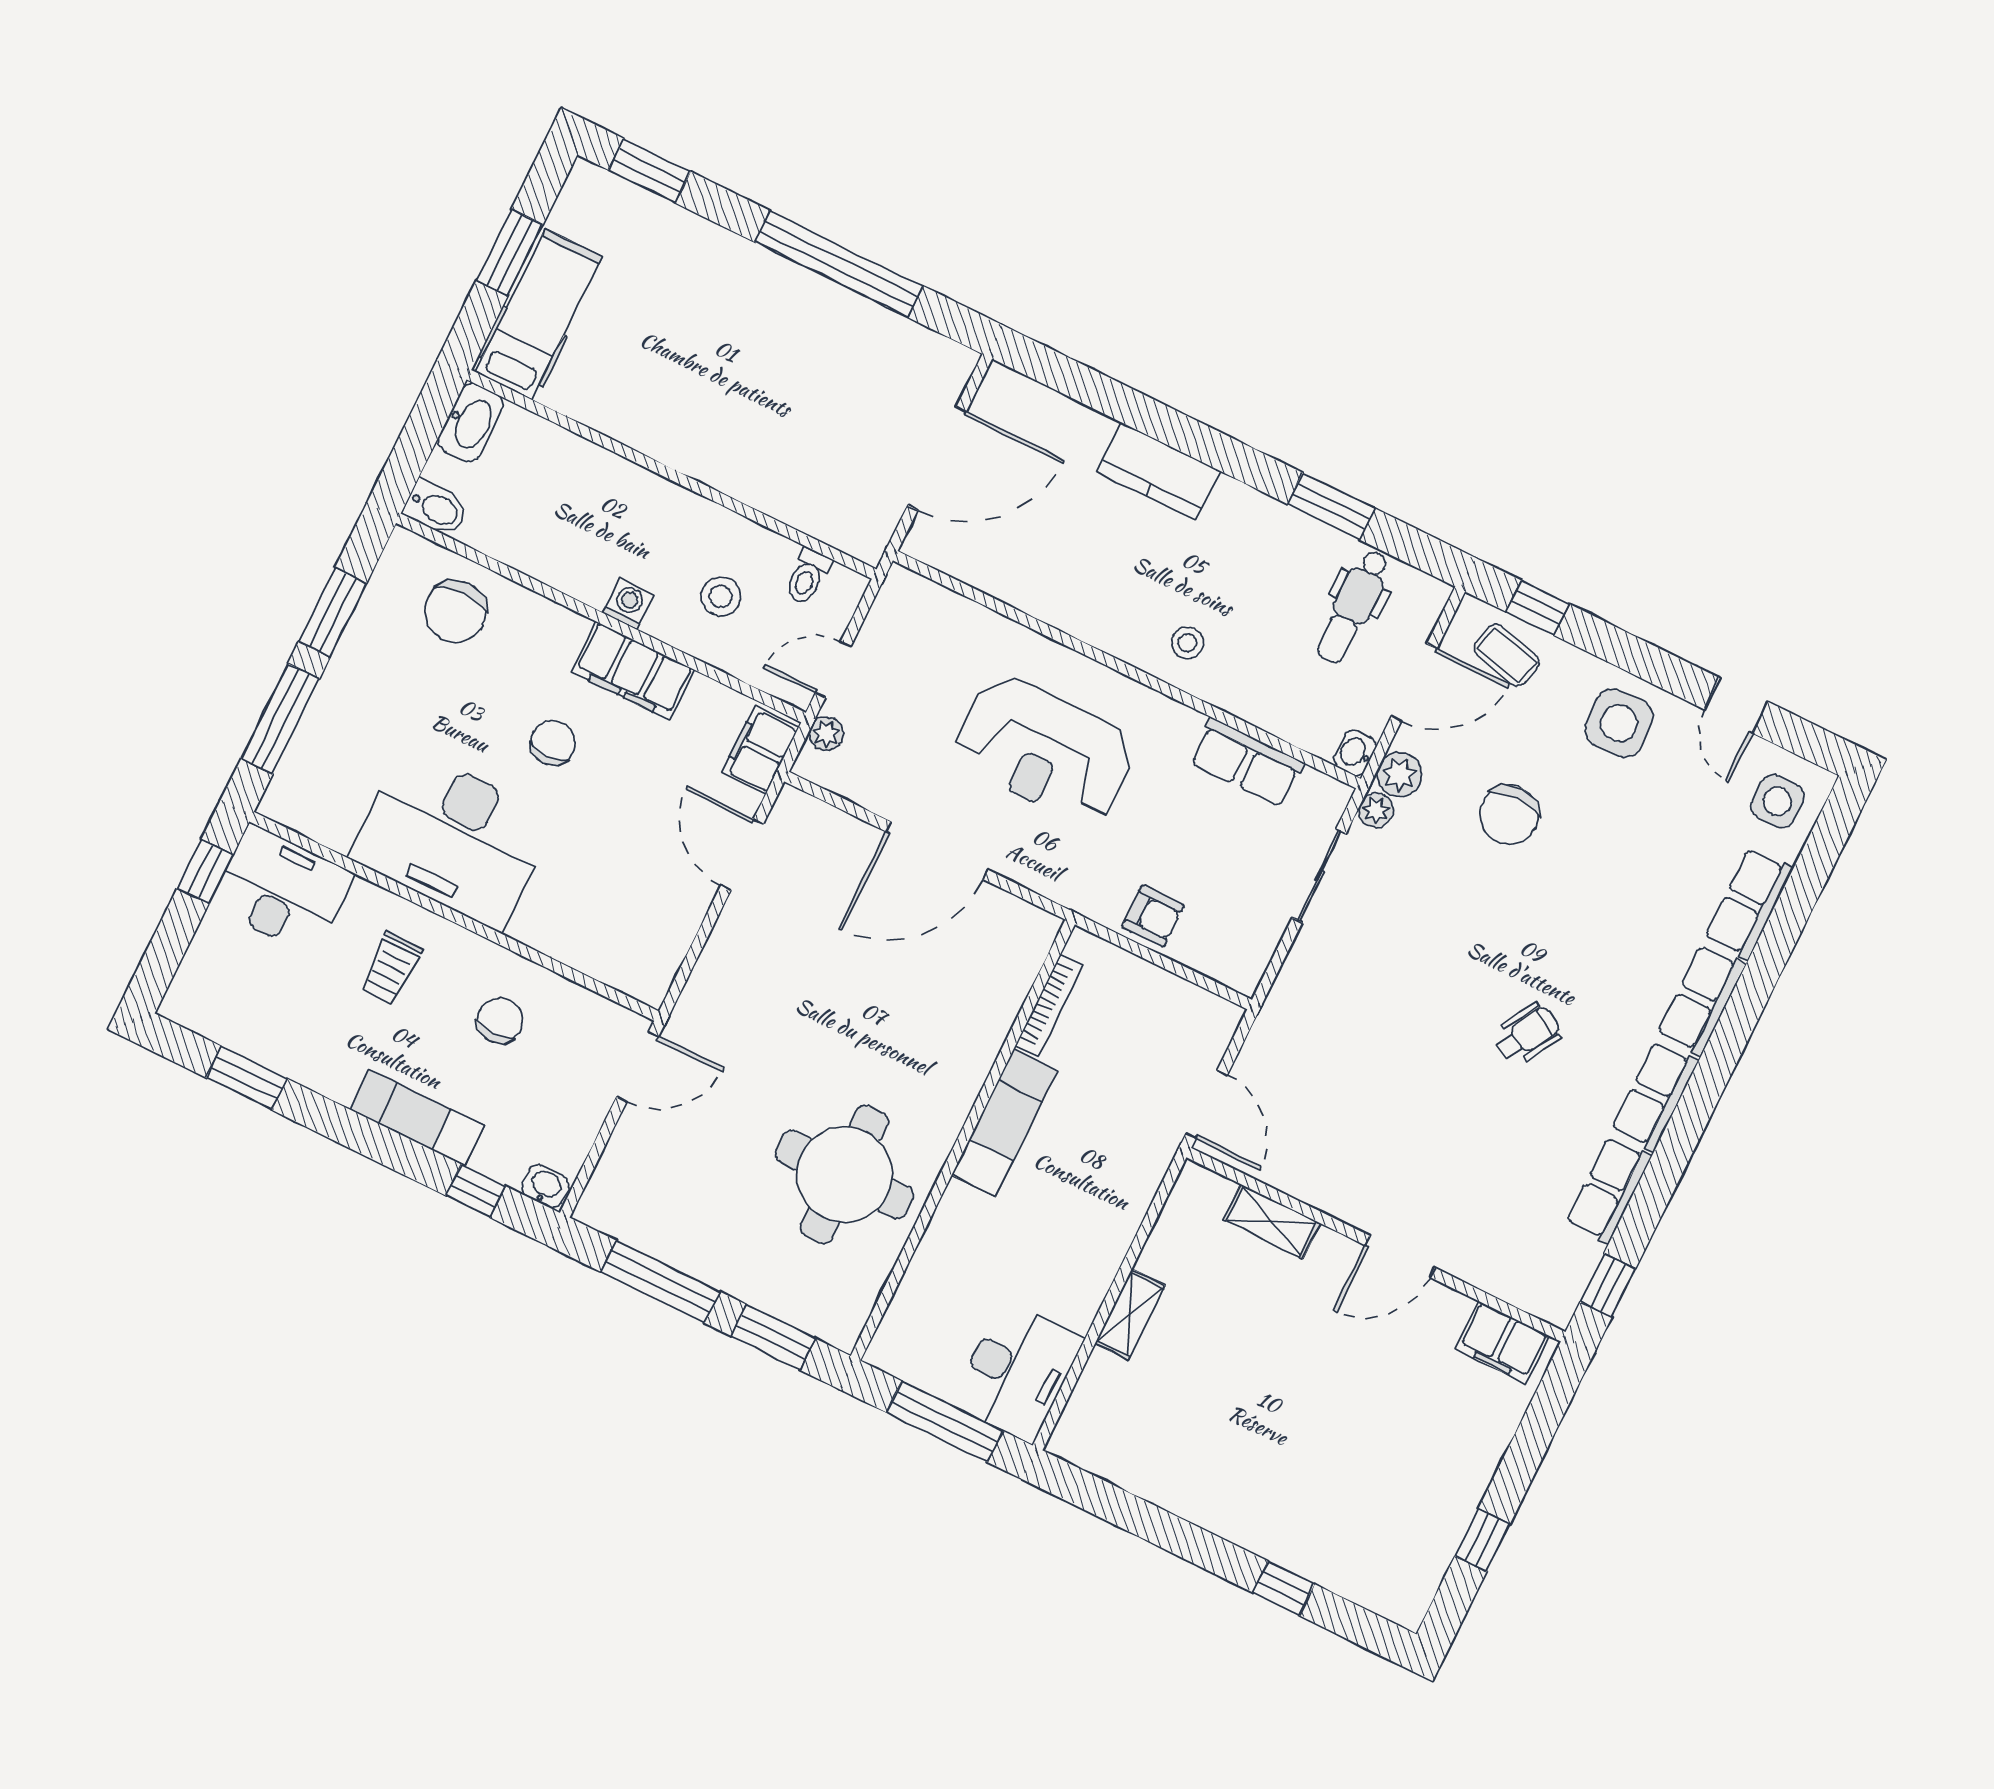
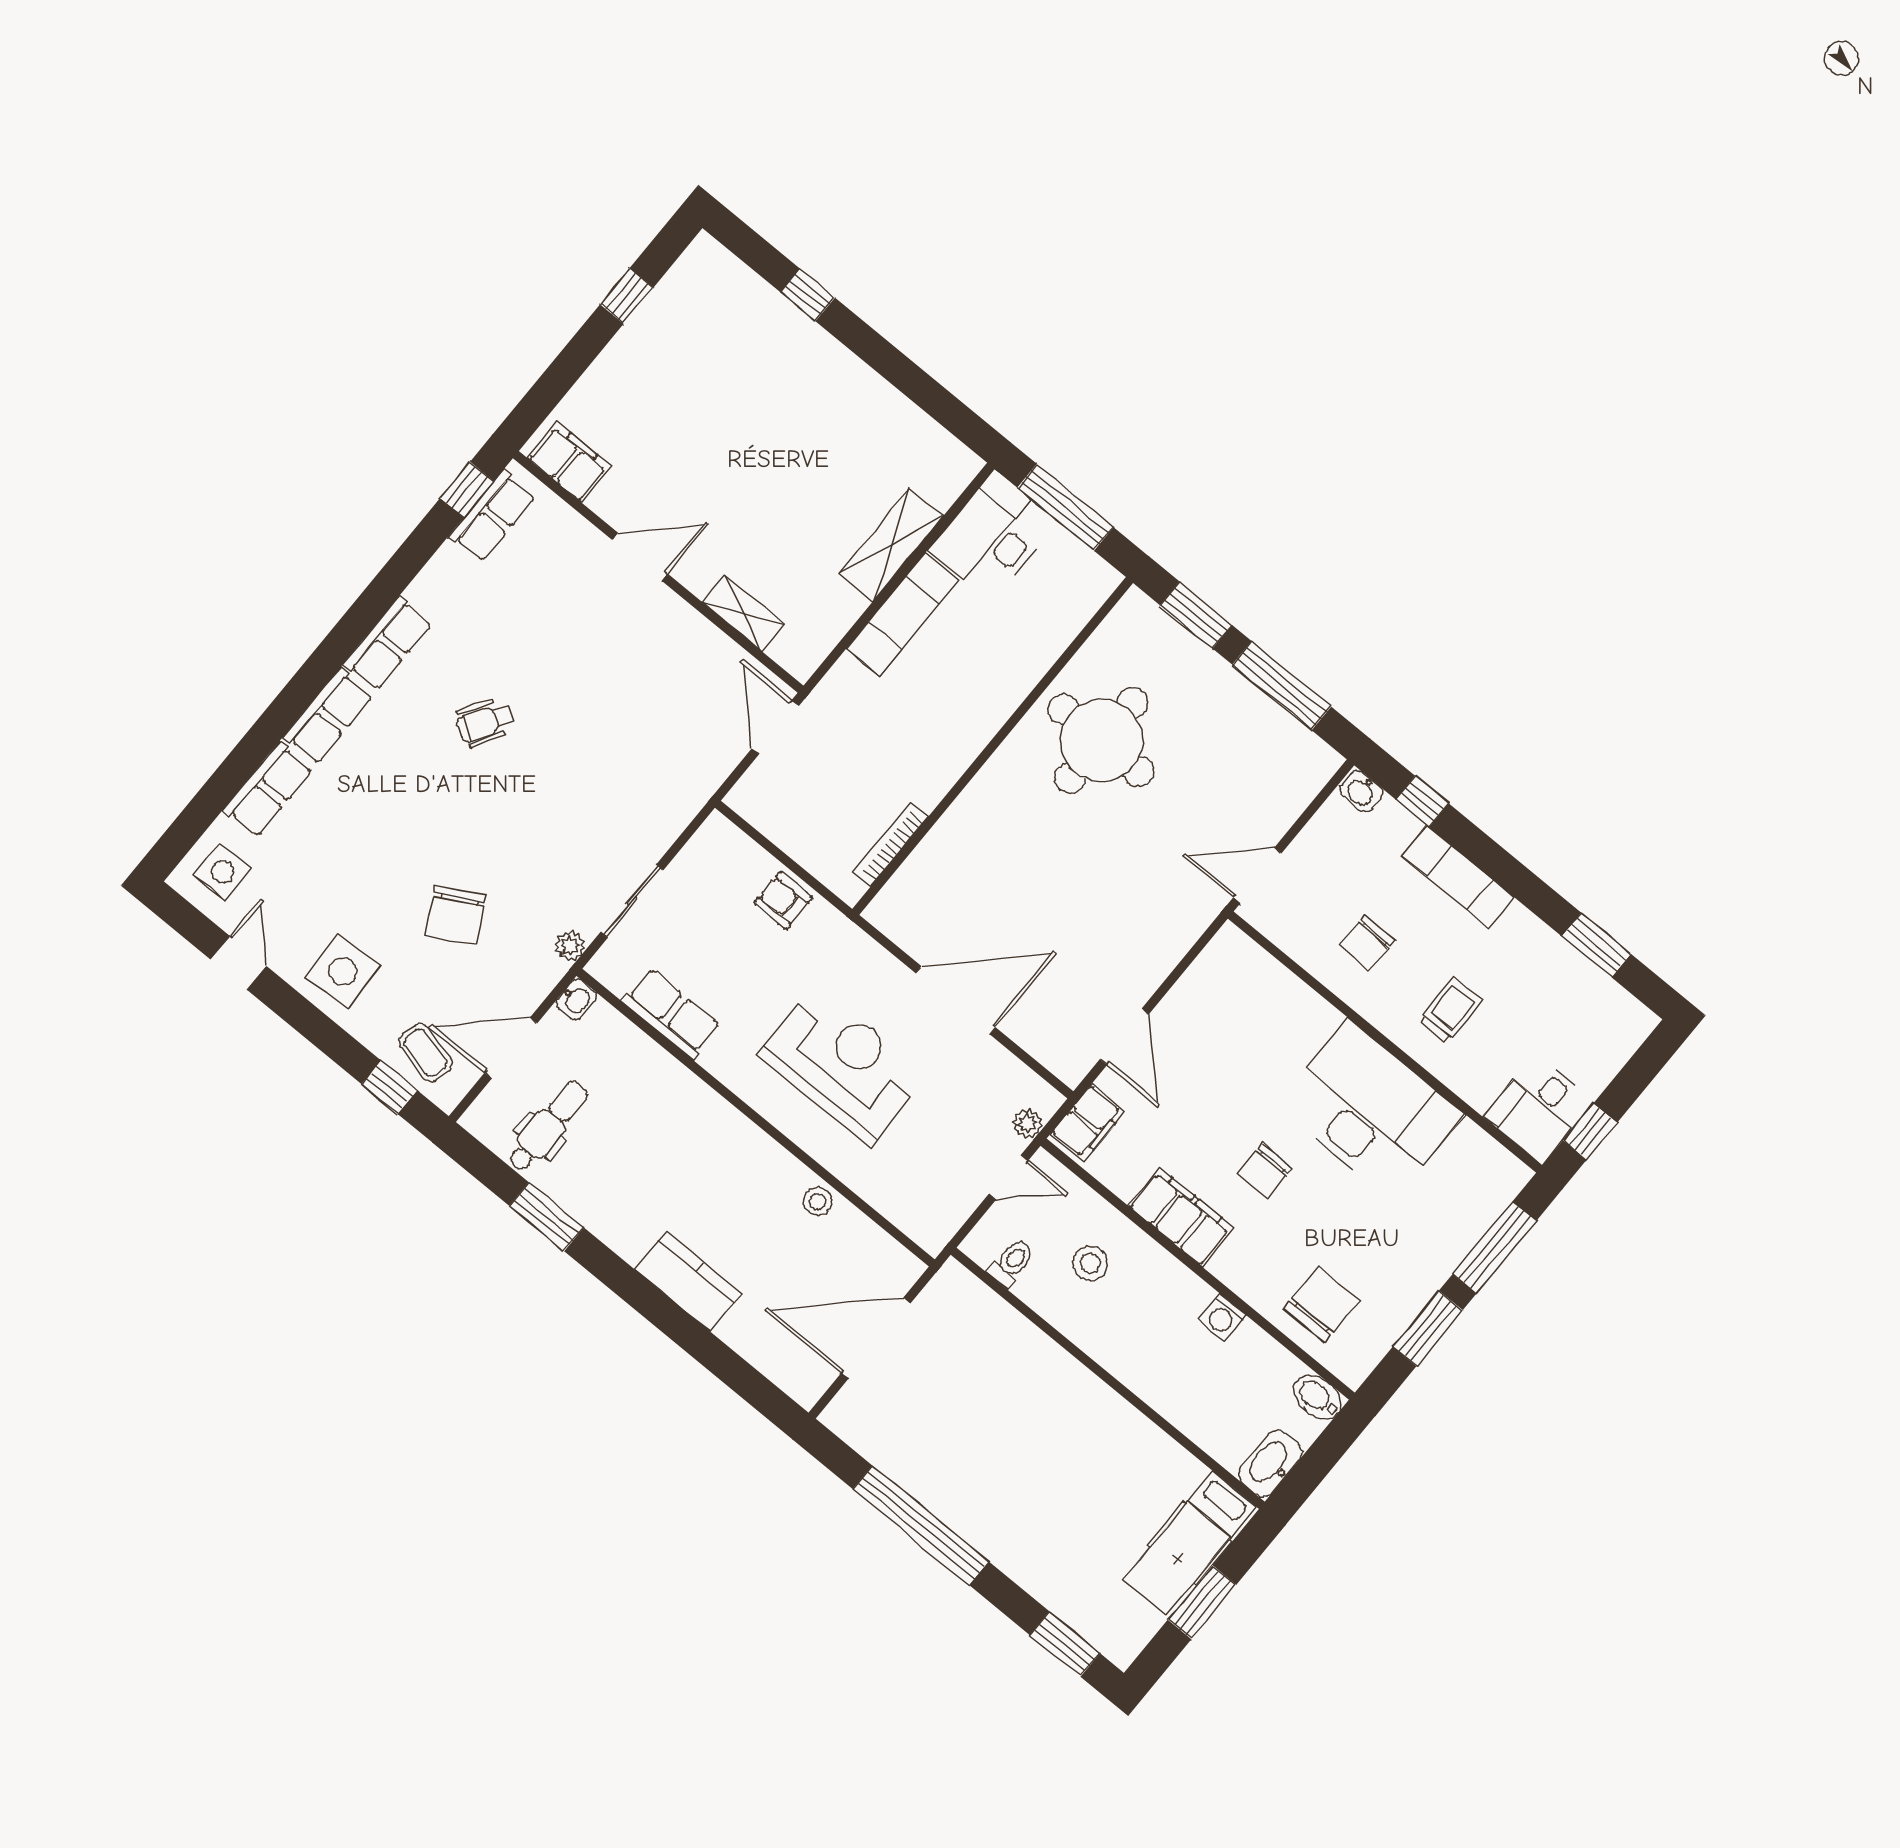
washing machine: (628, 604) -> (1223, 1318), moved
stool: (1187, 643) -> (818, 1202), moved
plant: (1400, 774) -> (542, 972), removed
chair: (1509, 815) -> (456, 915), turned 152
desk: (282, 890) -> (1539, 1109), width x0.73
exam couch: (1005, 1123) -> (903, 614), moved, turned 180
row of seats: (1609, 1190) -> (492, 516), moved
shelving: (1130, 1314) -> (891, 544), width x1.50, depth x1.33

